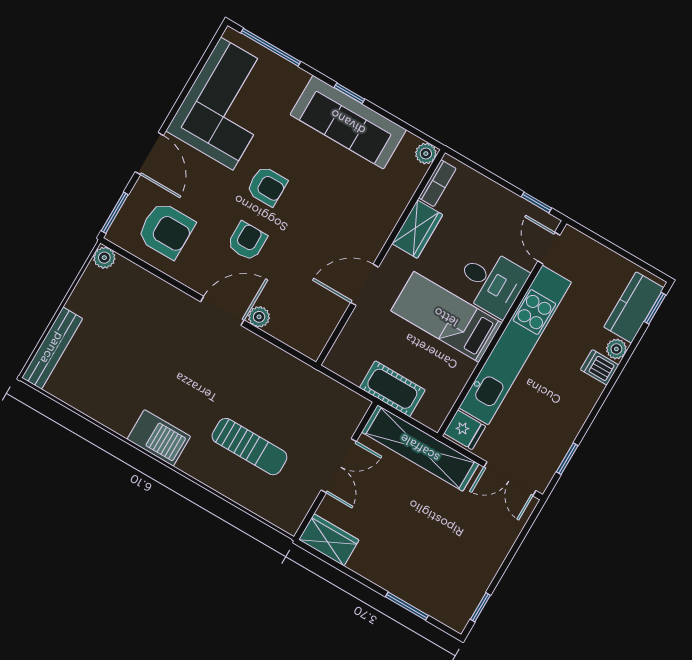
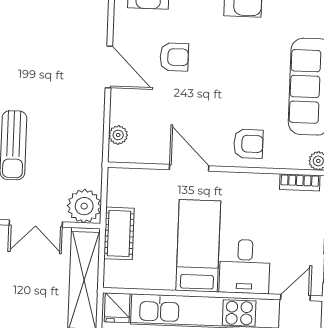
armchair: (267, 186) -> (248, 144), moved, turned -90
wardrobe: (417, 229) -> (255, 186), removed
plant: (259, 317) -> (118, 135), moved
plant: (347, 409) -> (84, 206), added

